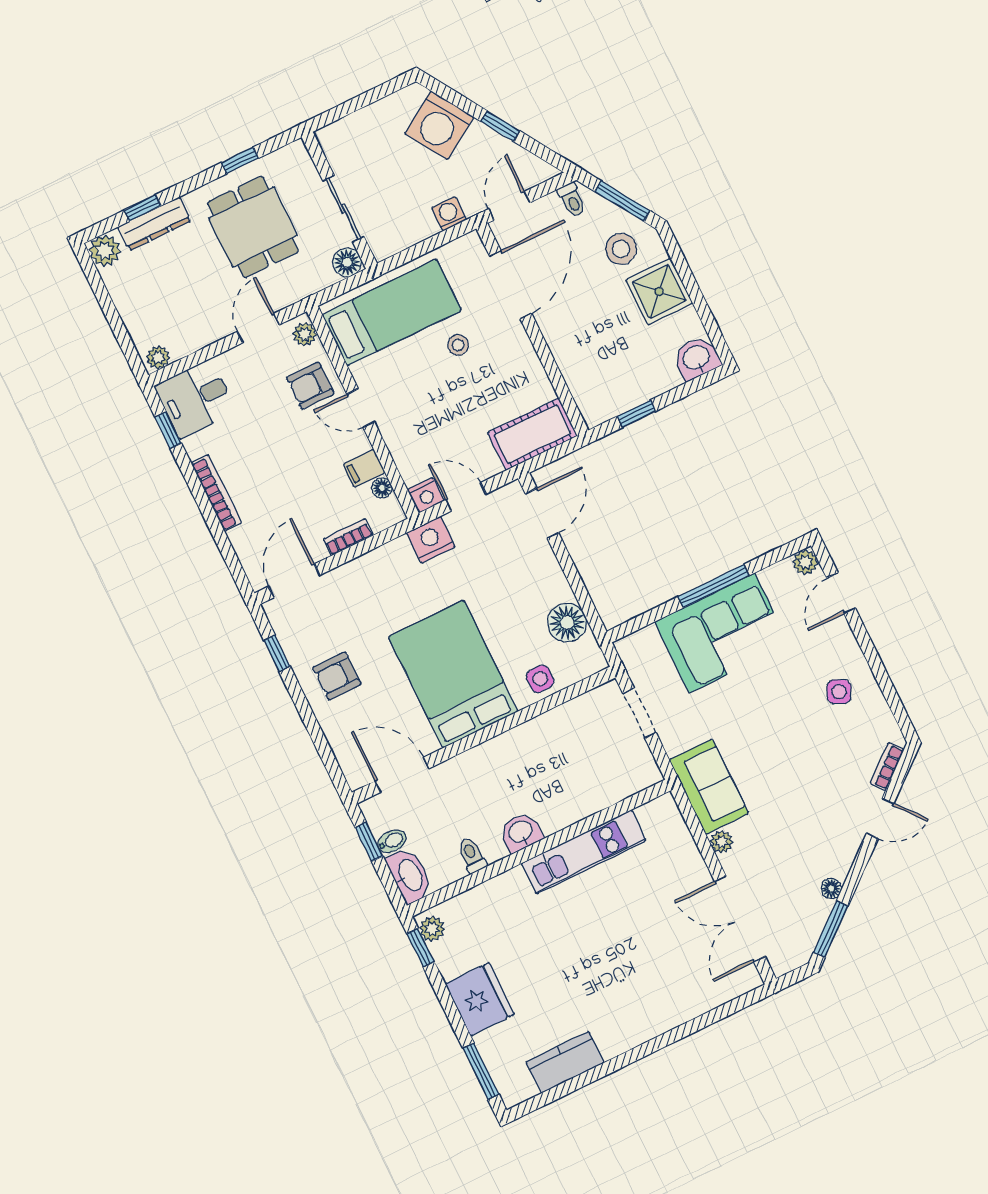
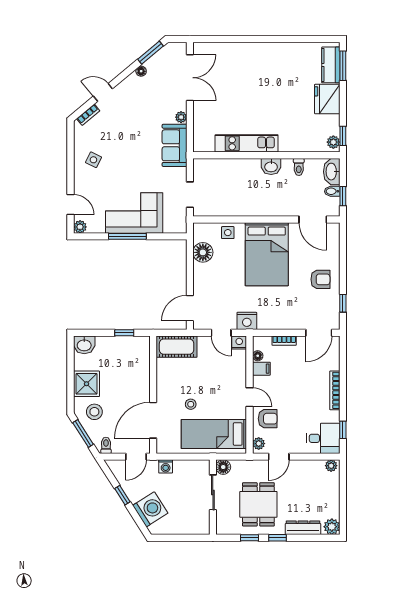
window: (142, 208) -> (278, 538), moved
door: (841, 593) -> (71, 205), hinge flipped
kitchen counter: (565, 1062) -> (331, 65), moved, turned 90

